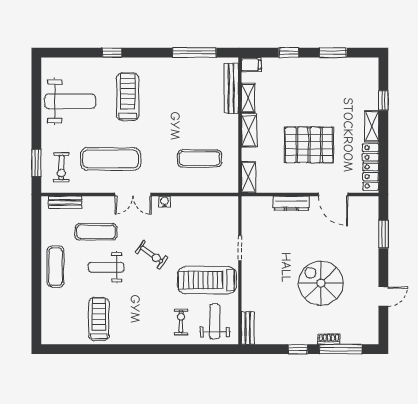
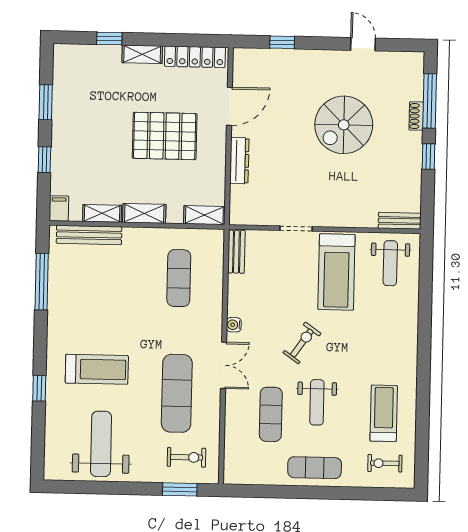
treadmill: (128, 97) -> (97, 369), turned 180
pallet: (309, 145) -> (165, 136), turned 90
bench: (65, 202) -> (236, 252), moved
window: (383, 234) -> (282, 42), width x0.67
treadmill: (99, 319) -> (384, 413), turned 90
weight bench: (215, 321) -> (390, 263), turned -90
exercise bike: (181, 322) -> (385, 463), moved

